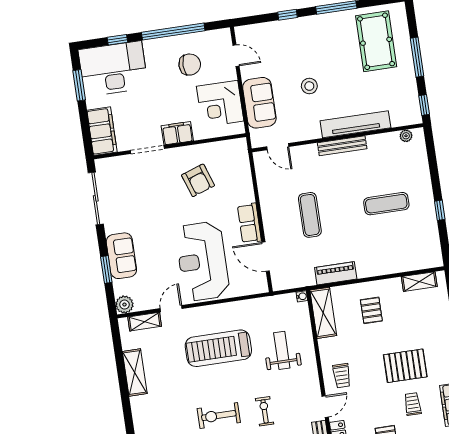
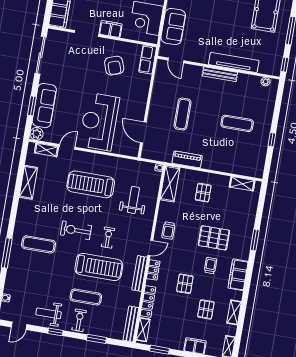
stool: (309, 86) -> (211, 26), removed
row of seats: (249, 223) -> (148, 59), moved
sofa: (121, 256) -> (44, 106), width x1.36

